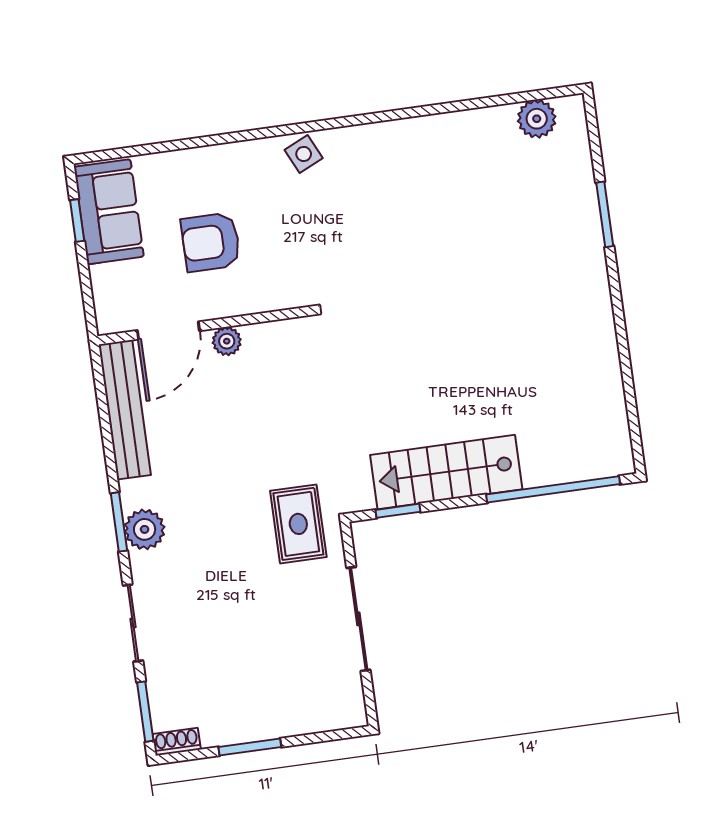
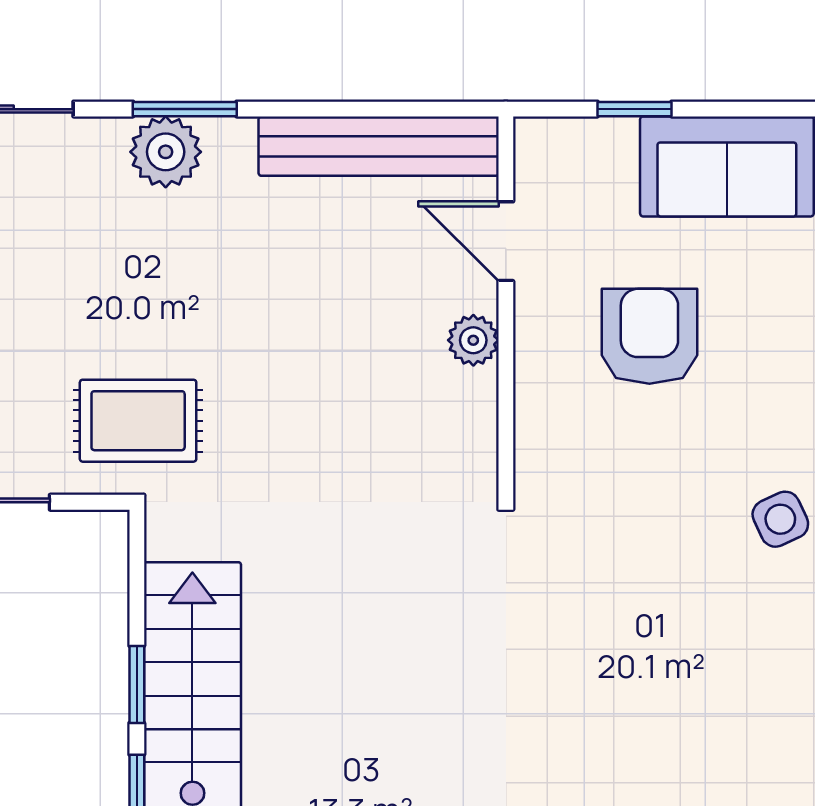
window: (77, 221) -> (635, 109), moved
door: (168, 331) -> (506, 241), width x0.73
window: (398, 511) -> (137, 684), moved

